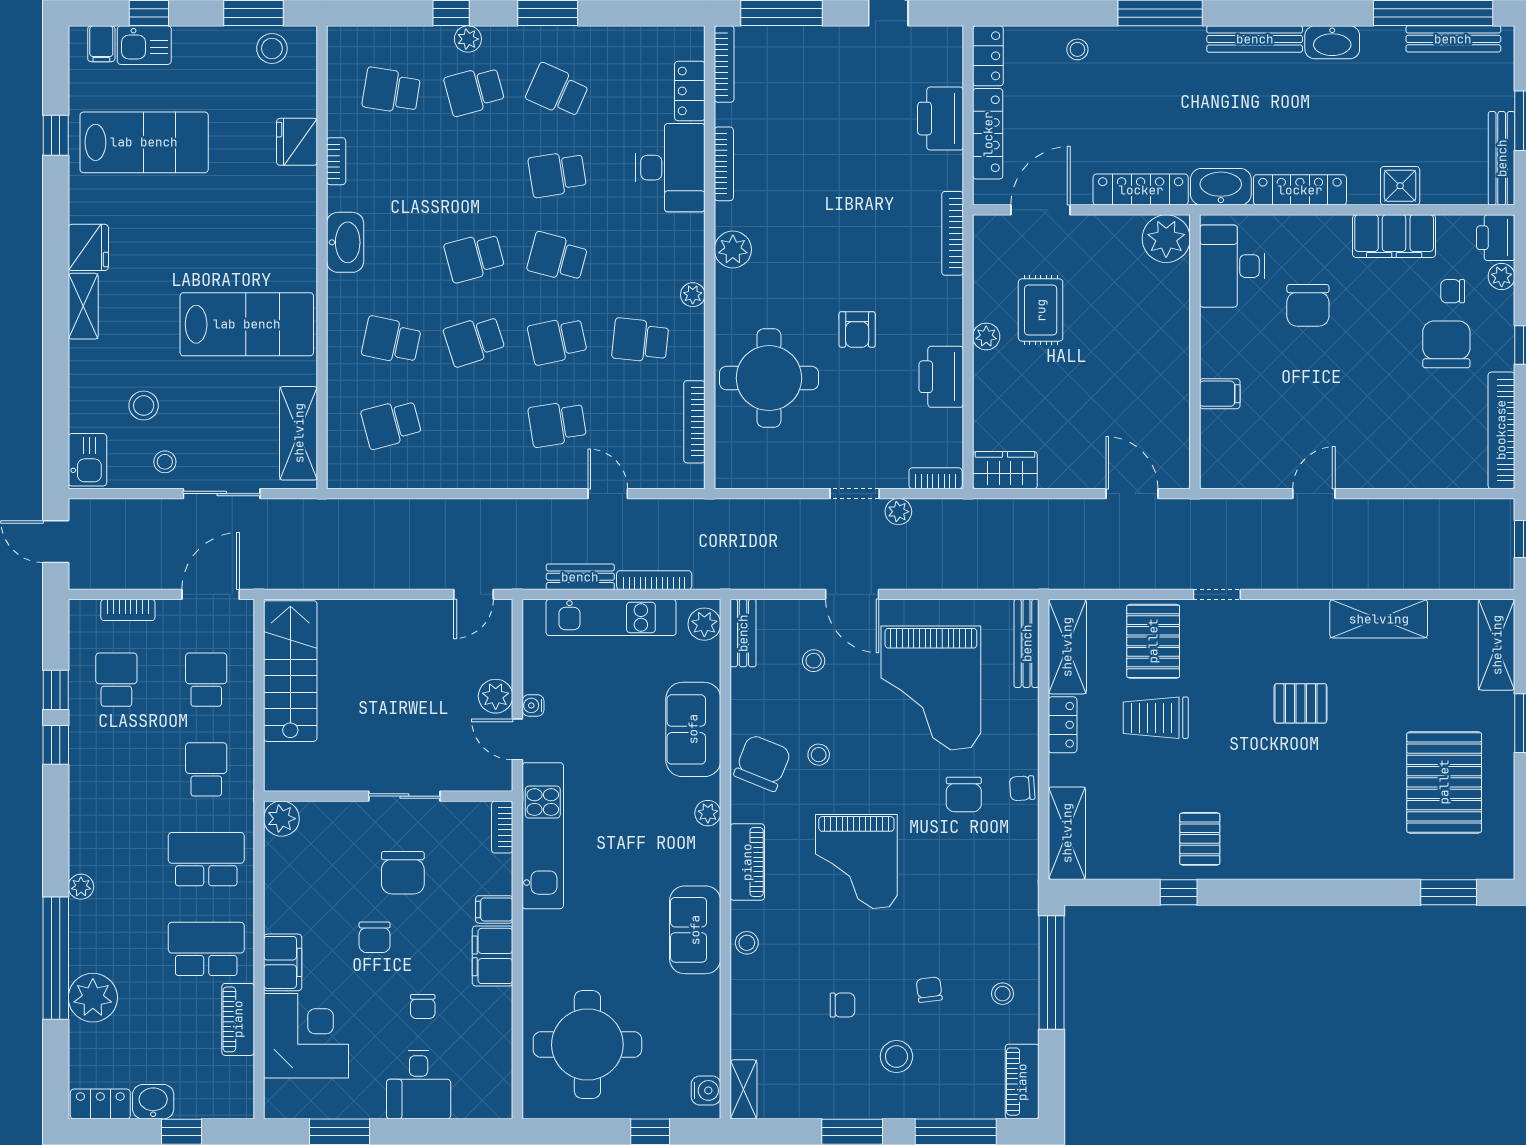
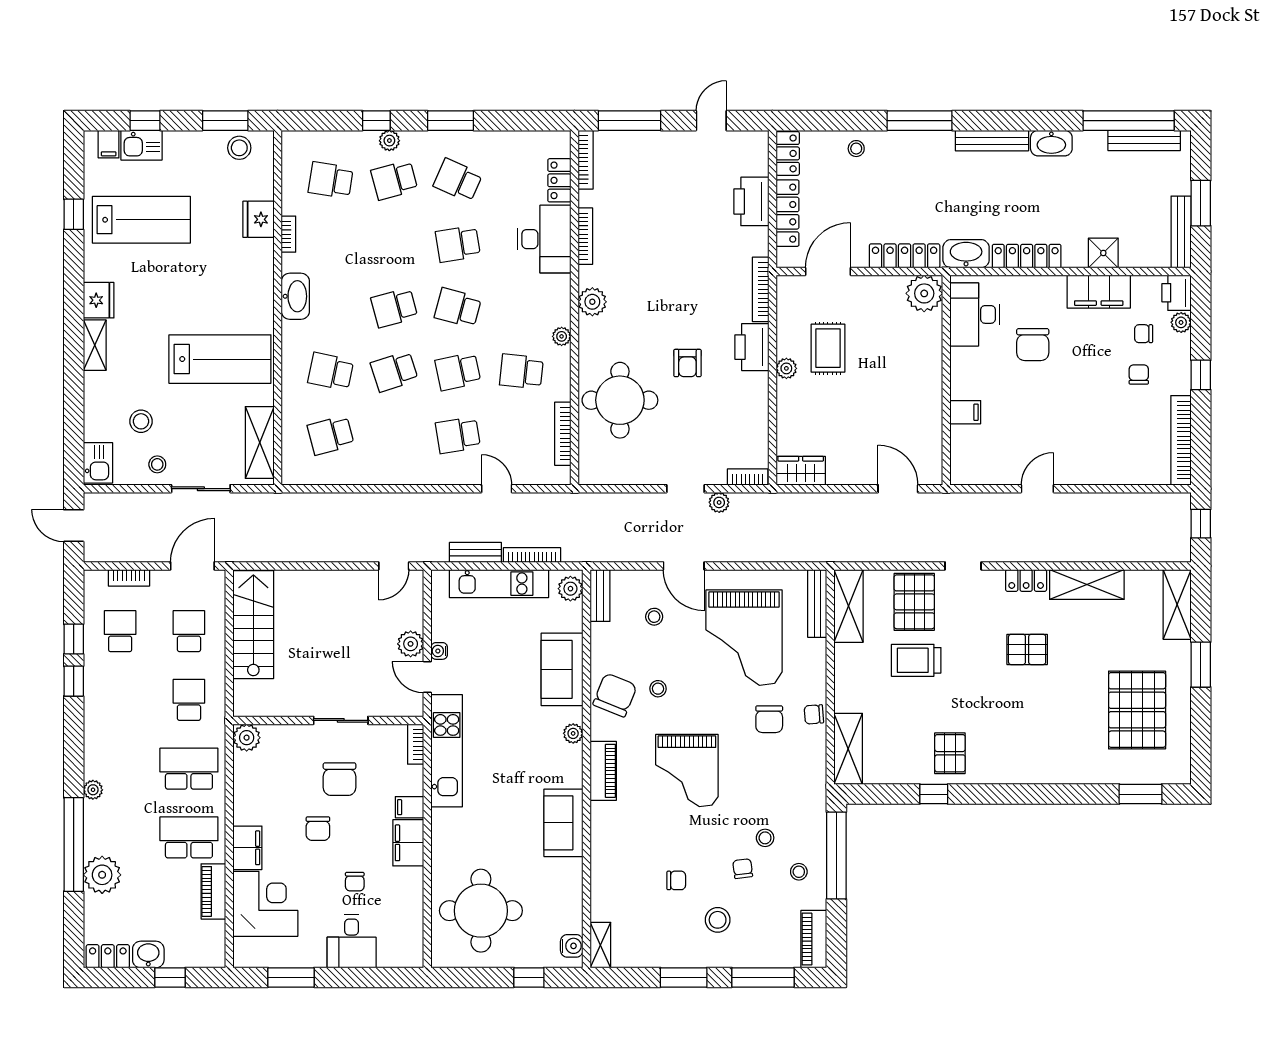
chair: (1446, 344) -> (1139, 374), width x0.54, depth x0.54
printer: (941, 377) -> (752, 347), moved
locker: (1063, 725) -> (1026, 580), moved, turned 90
stool: (747, 943) -> (765, 838), moved

